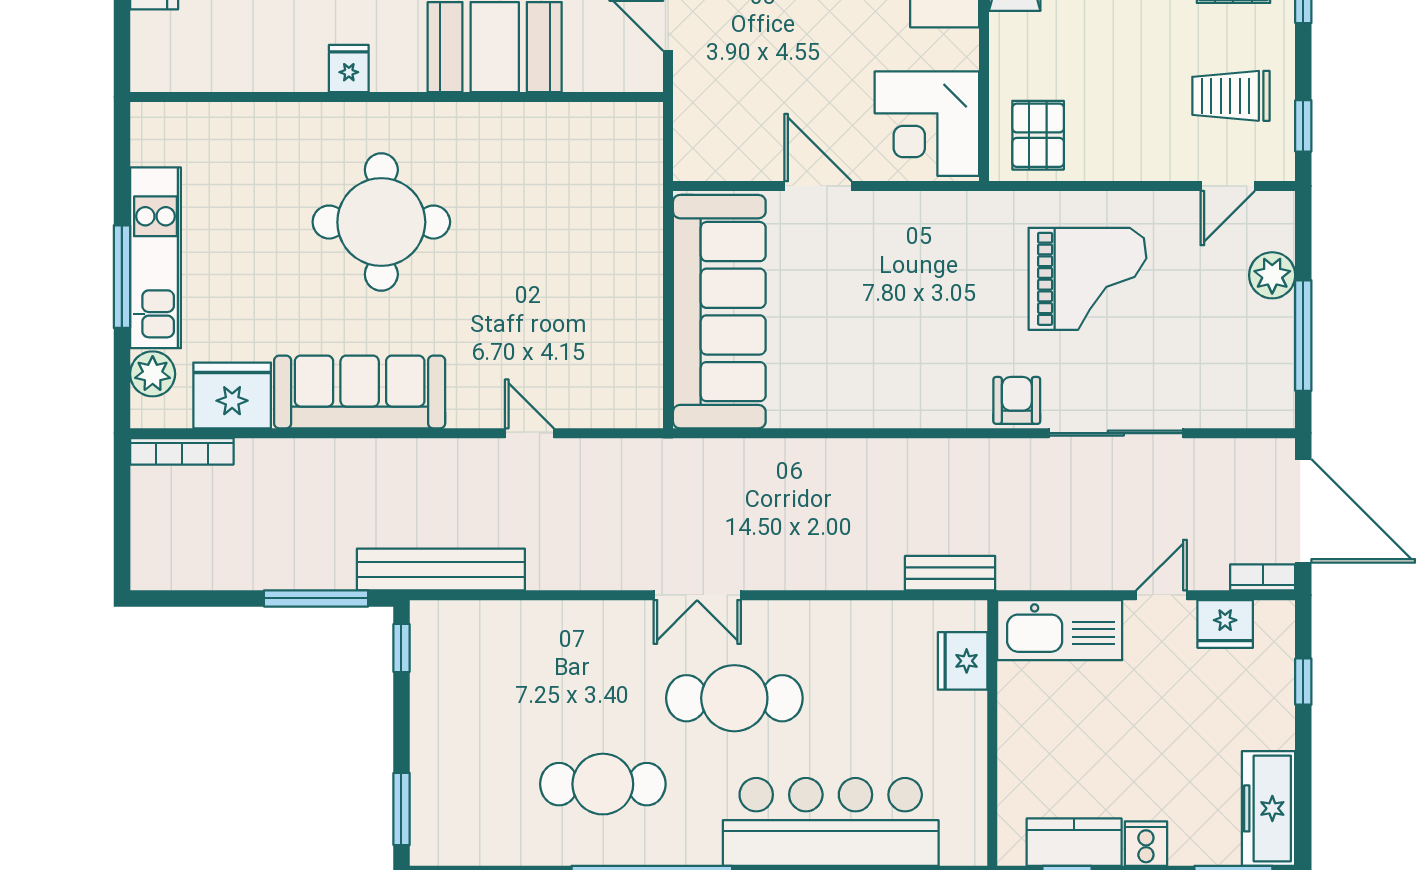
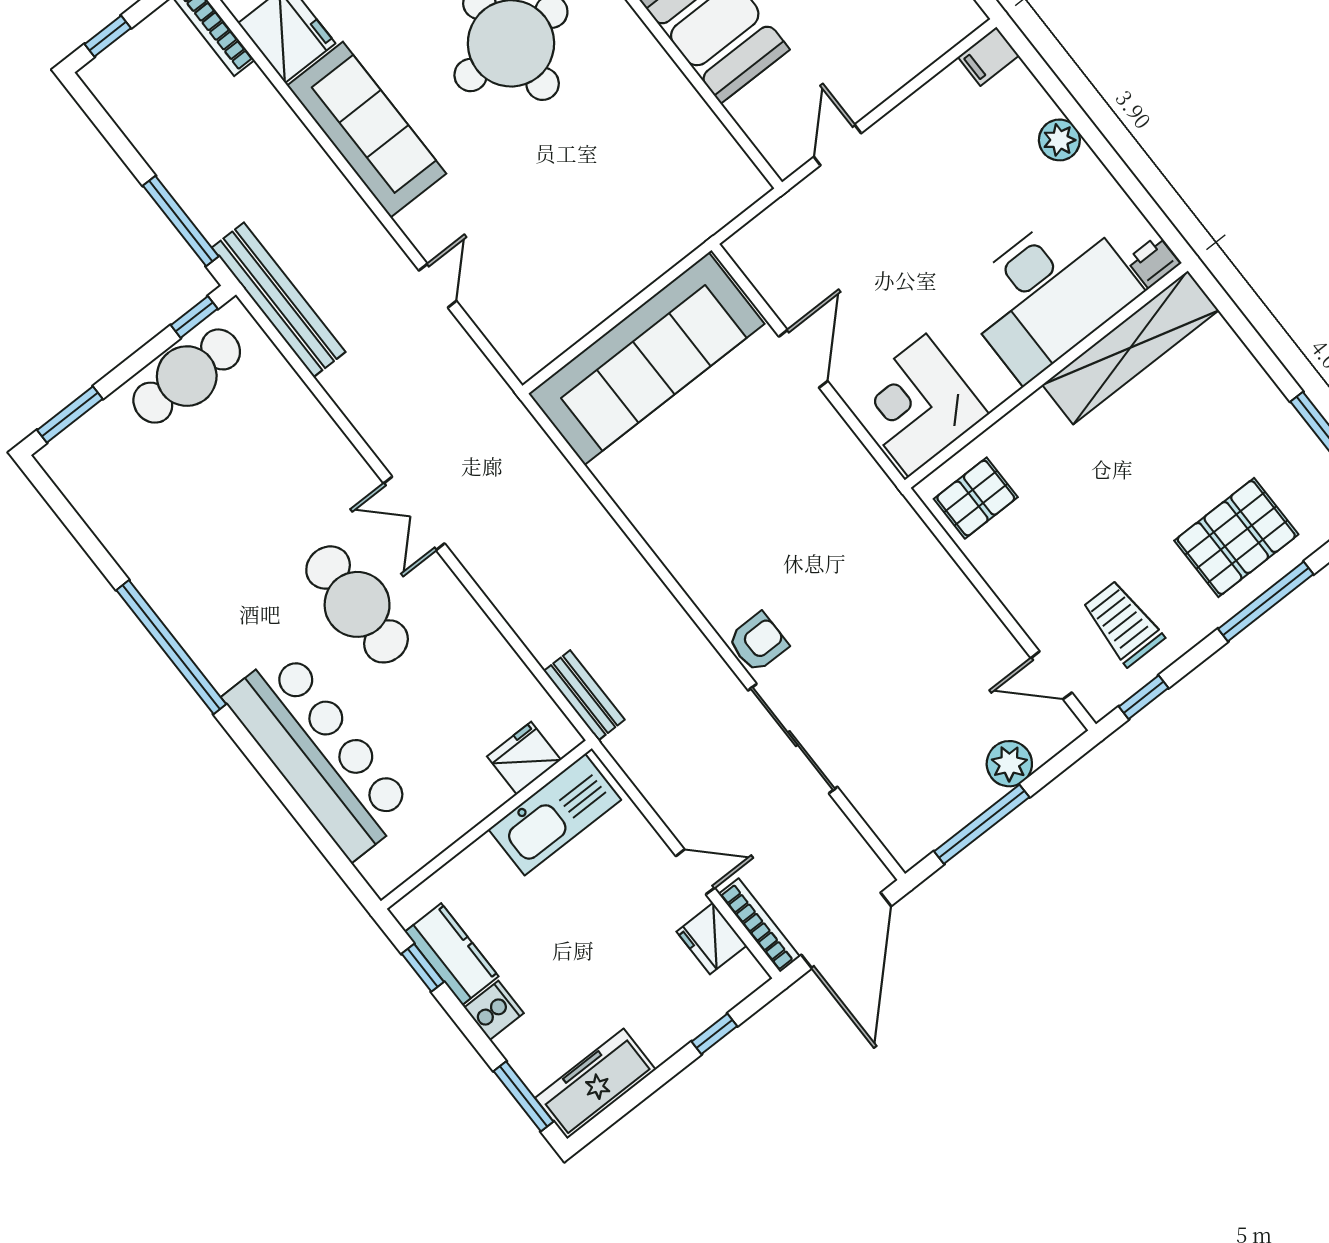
grand piano: (1087, 279) -> (895, 623), removed
window: (122, 541) -> (108, 36), added
bookcase: (1263, 577) -> (759, 925), width x1.56
kitchen sink: (1060, 630) -> (555, 814), moved, turned -90
cafe table: (603, 784) -> (187, 376), moved, turned 90

